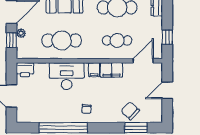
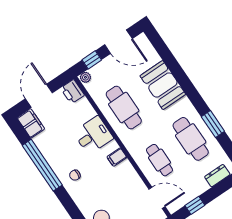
plant: (21, 33) -> (85, 77), moved
filing cabinet: (111, 70) -> (31, 123), moved, turned 180
desk: (67, 76) -> (93, 135), width x0.73

